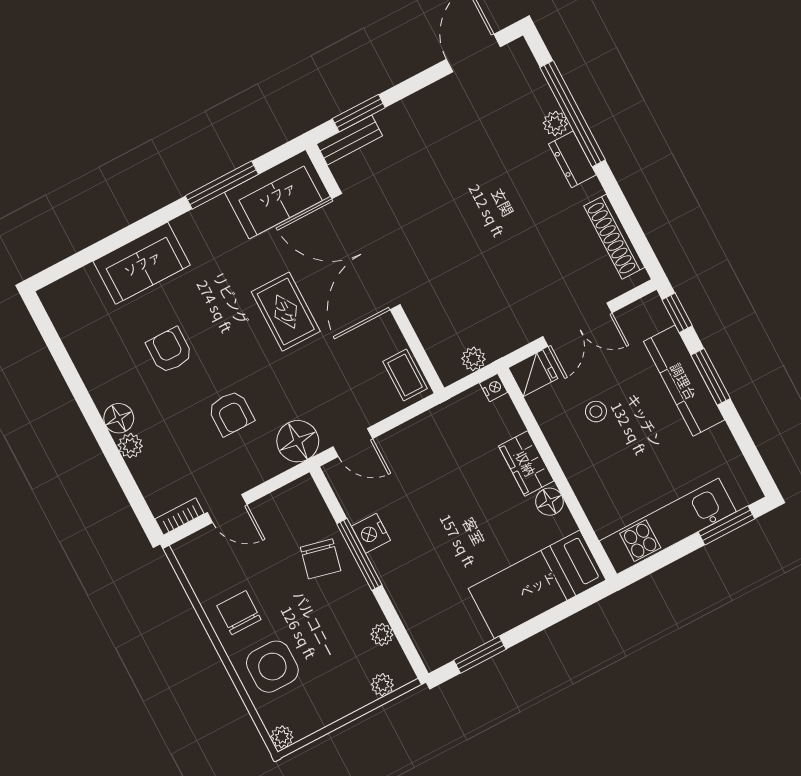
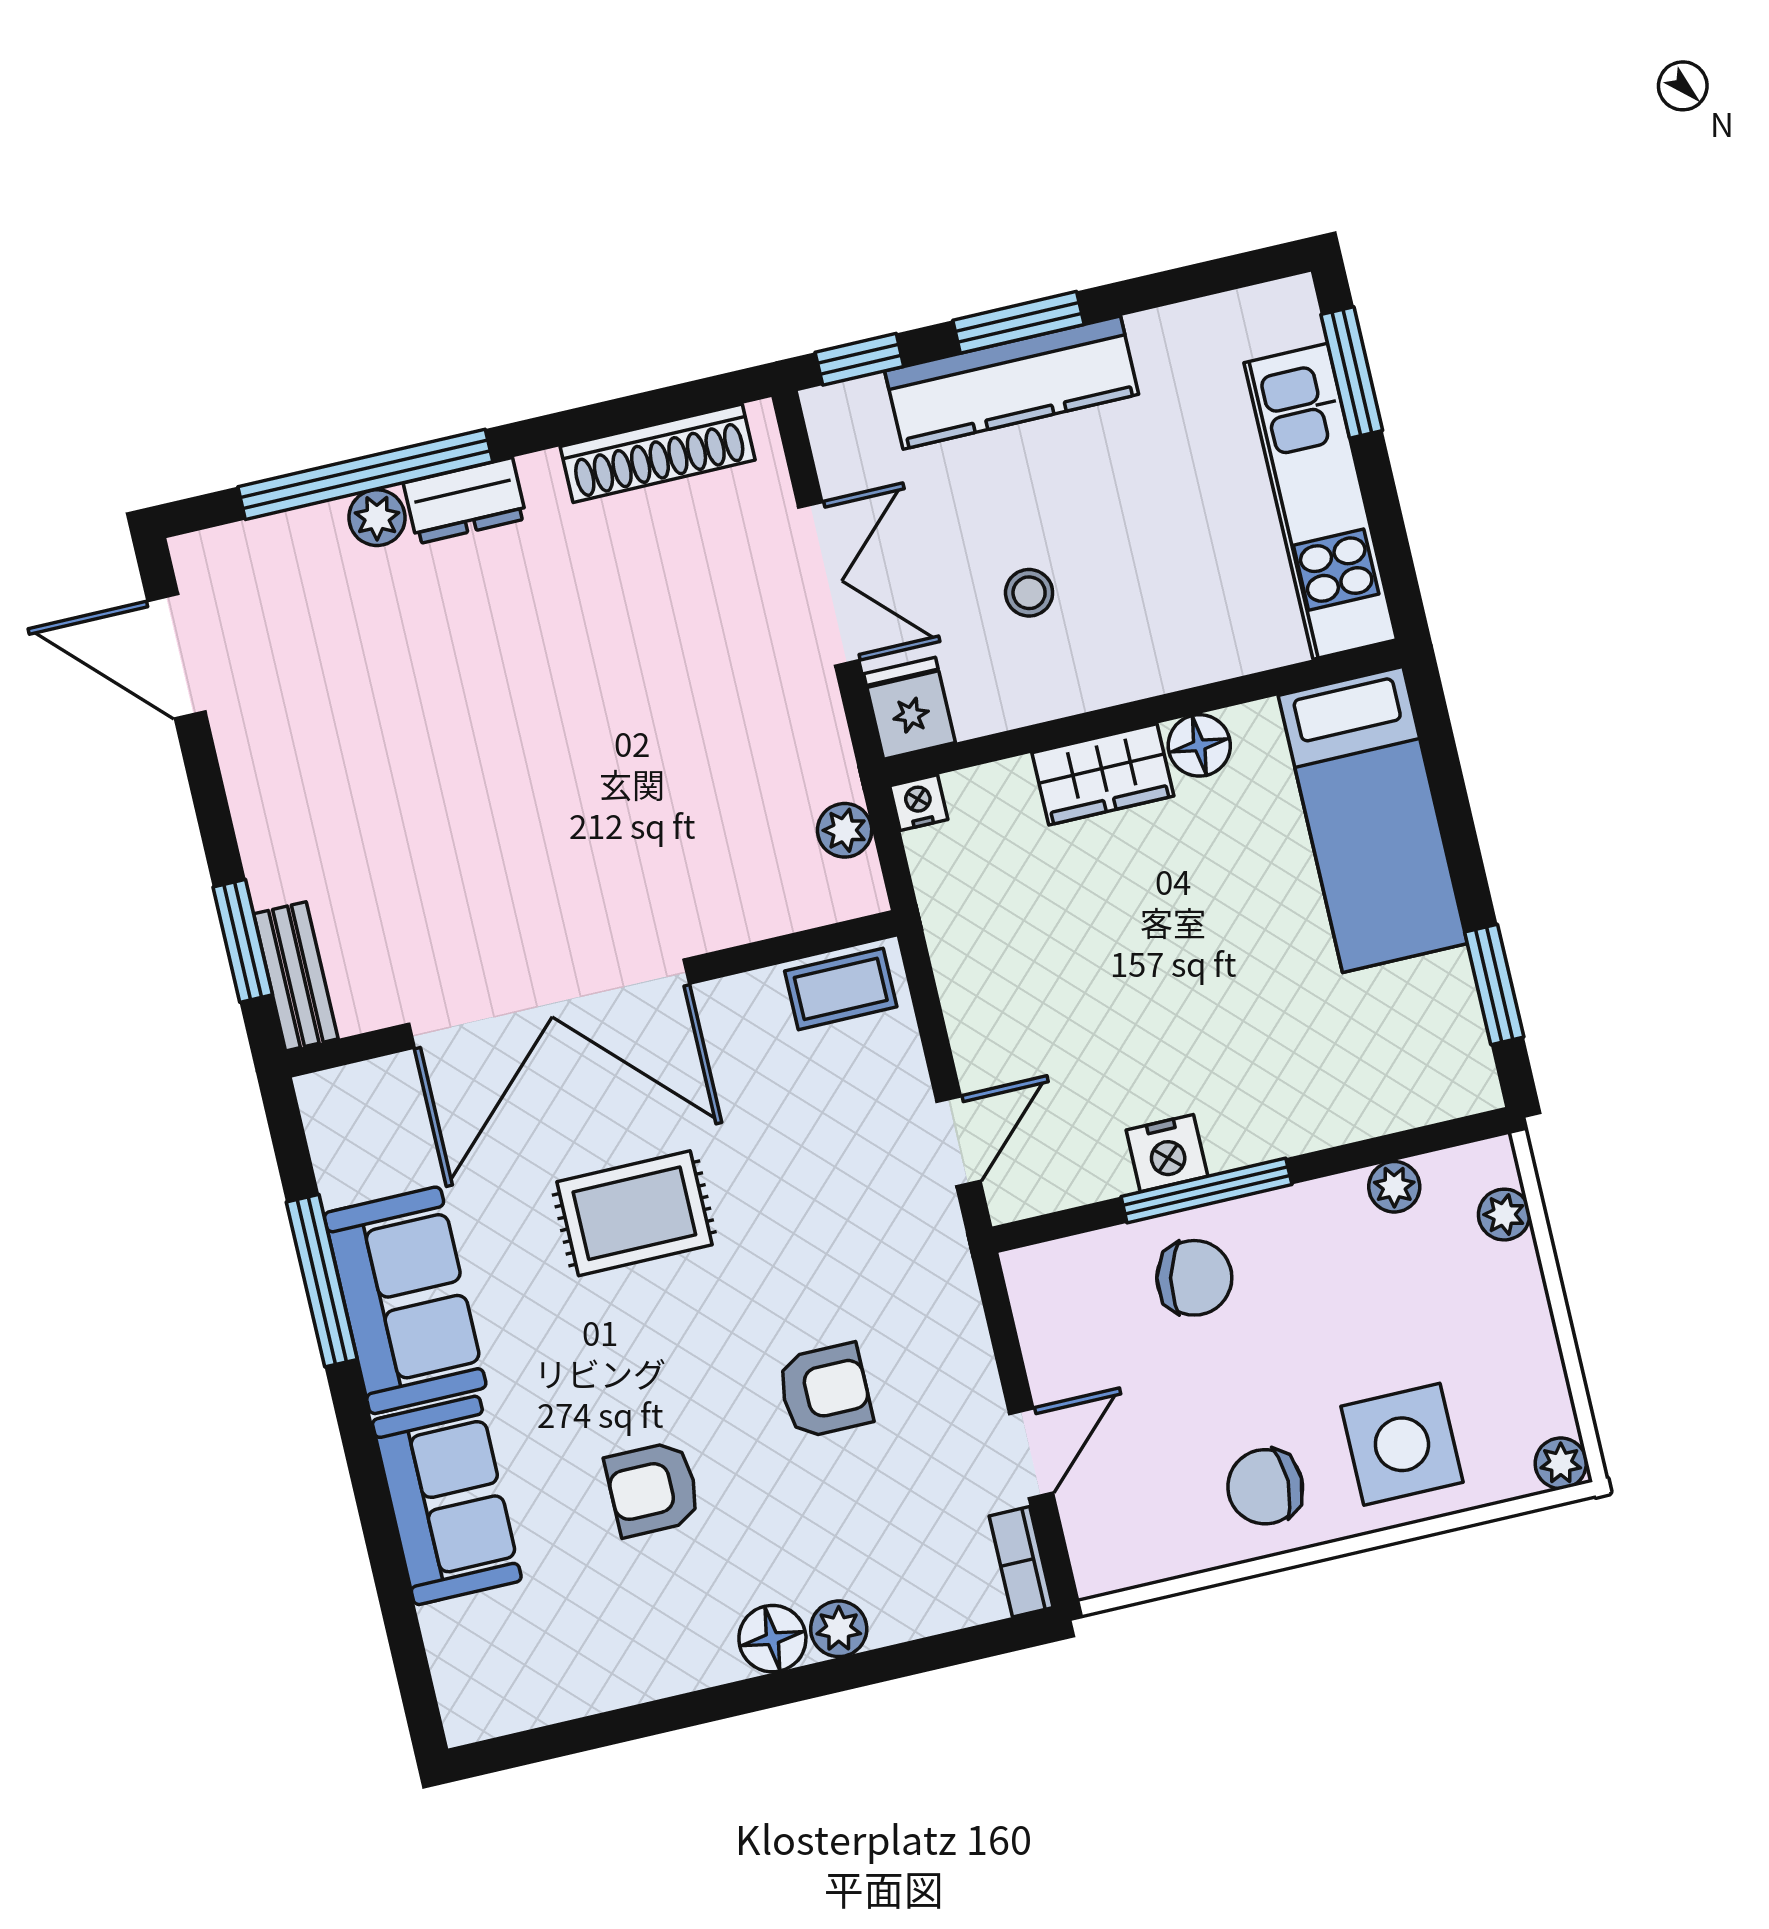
sofa: (277, 194) -> (405, 1300), moved
floor lamp: (298, 441) -> (924, 1261), removed

